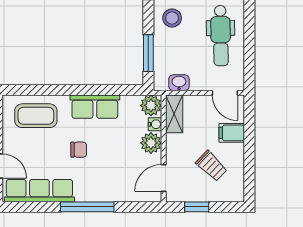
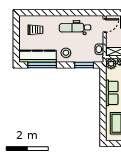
dental chair: (221, 36) -> (75, 28), turned 180

